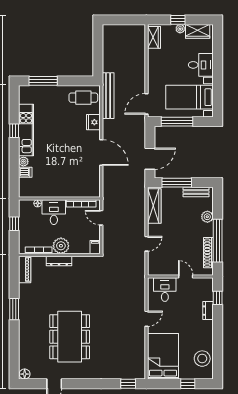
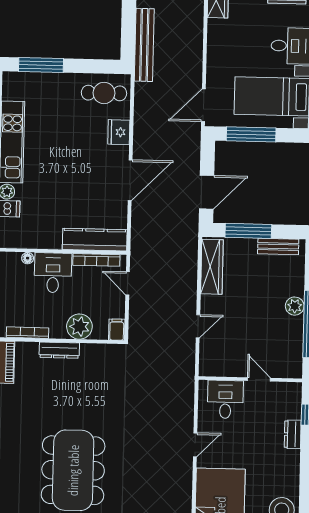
bench: (108, 96) -> (144, 45), moved
door: (101, 152) -> (130, 180), hinge flipped
kitchen counter: (80, 191) -> (95, 240), added
plant: (207, 217) -> (295, 306), moved
plant: (61, 246) -> (79, 327), moved
shoe rack: (208, 253) -> (296, 343), removed

